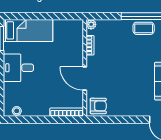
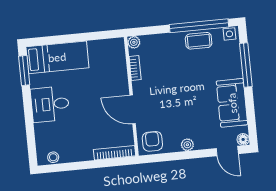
armchair: (98, 106) -> (152, 141), turned -90
plant: (126, 111) -> (187, 145), added

